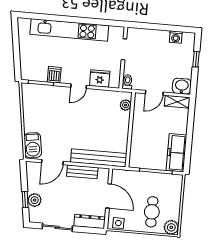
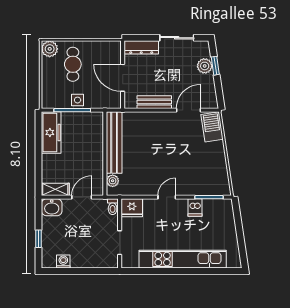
fridge: (100, 79) -> (132, 208), moved
bench: (99, 158) -> (114, 142), moved, turned 90
side table: (118, 223) -> (78, 100), moved

